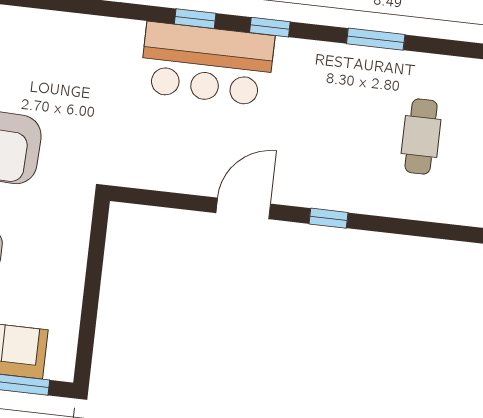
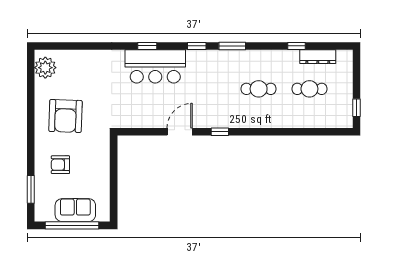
window: (270, 27) -> (197, 46), moved
cafe table: (421, 136) -> (259, 89), turned 90

